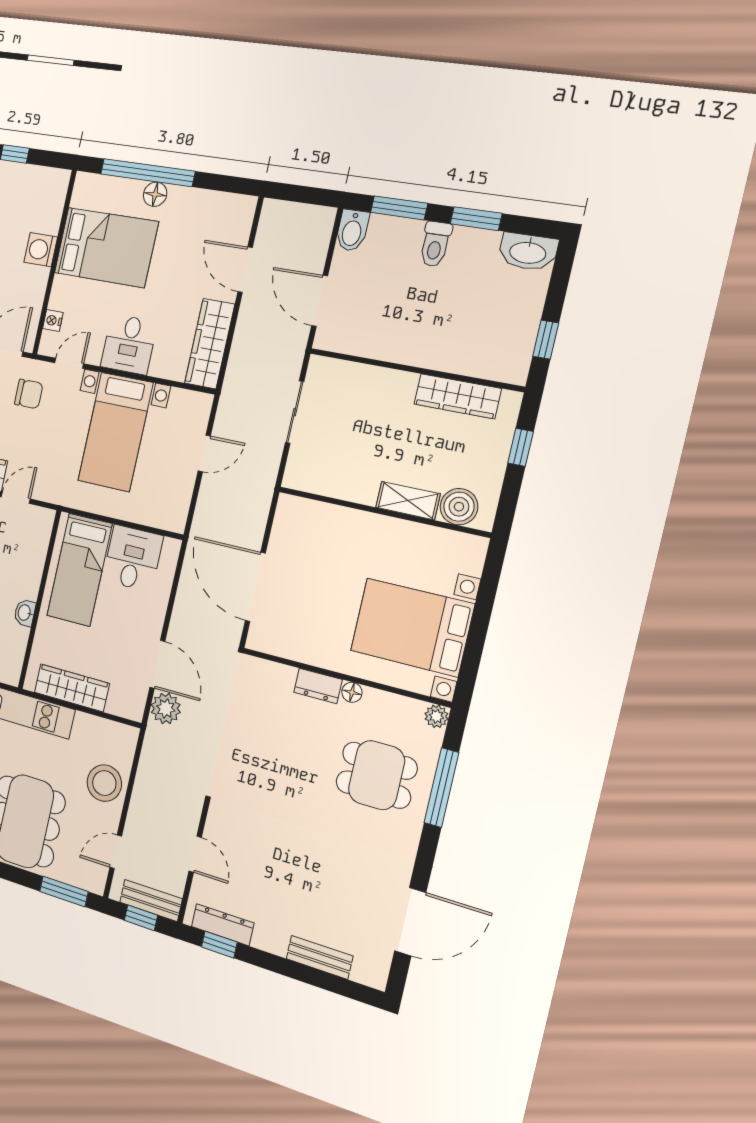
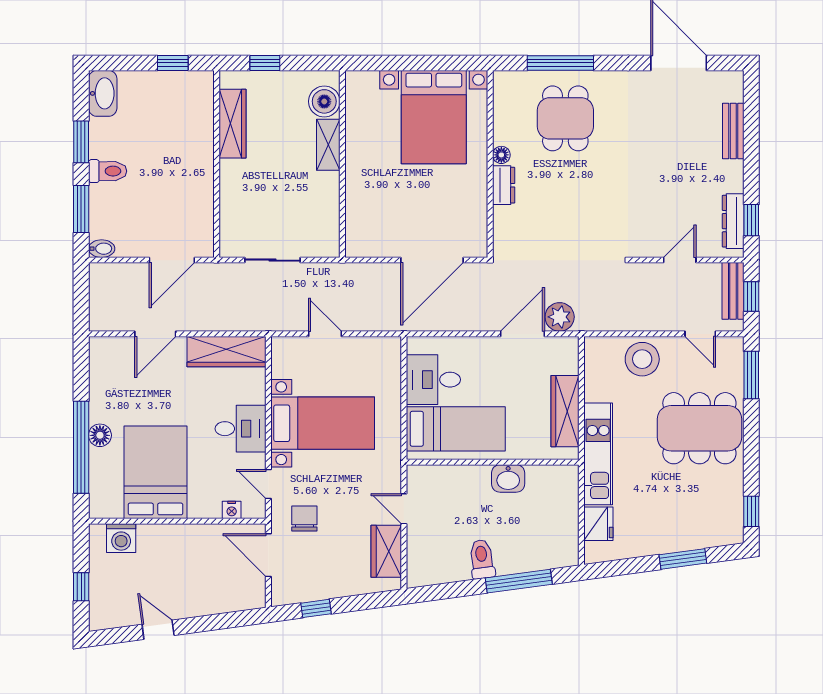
bidet: (352, 230) -> (102, 249), width x0.72, depth x0.74
washing machine: (41, 250) -> (121, 538), moved
washbasin: (25, 613) -> (508, 478), width x1.38, depth x1.45
plant: (436, 716) -> (503, 80), removed

